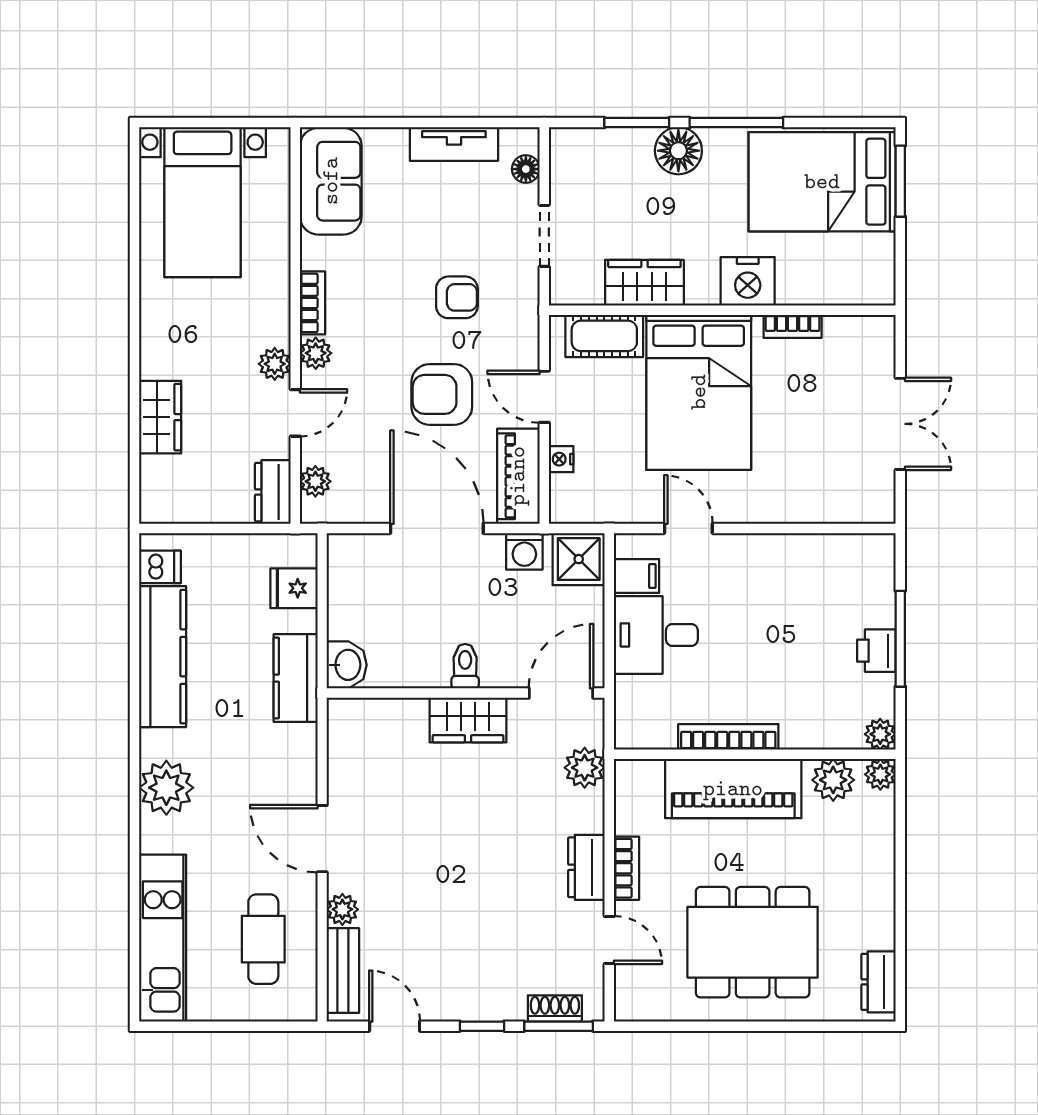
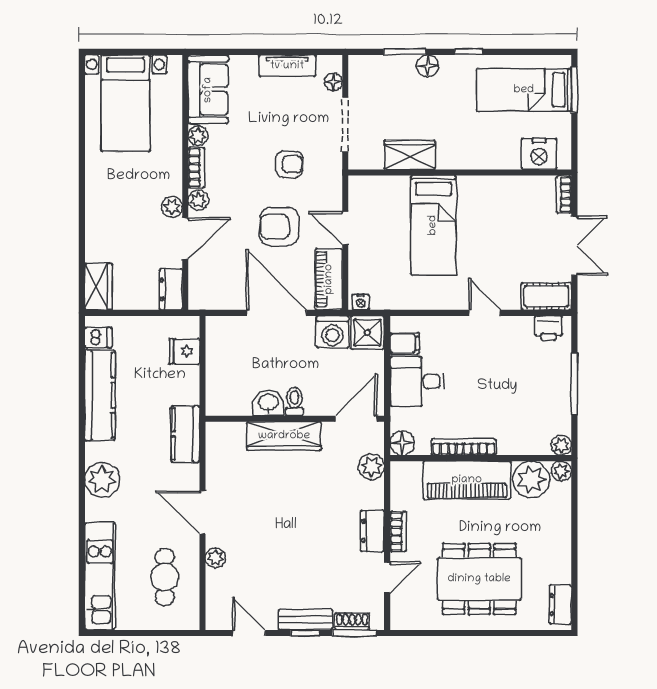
window: (736, 123) -> (469, 52), width x0.46
floor lamp: (678, 151) -> (427, 66), width x0.73, depth x0.73
bed: (822, 182) -> (524, 90), width x0.67
doorway: (544, 236) -> (345, 125), width x1.38
nightstand: (748, 281) -> (539, 154), moved
bookcase: (793, 326) -> (564, 195), moved, turned 90
cot: (604, 336) -> (546, 296), moved
bed: (699, 392) -> (433, 225), width x0.67
door: (295, 413) -> (185, 239), width x1.37
wardrobe: (160, 417) -> (98, 287), moved
nightstand: (561, 459) -> (361, 302), moved, turned -90
plant: (315, 481) -> (198, 136), moved
door: (688, 528) -> (485, 313), moved
washing machine: (524, 551) -> (333, 332), width x1.38, depth x1.38
printer: (876, 651) -> (548, 328), moved, turned -90
washbasin: (347, 665) -> (268, 403), moved, turned -90
kitchen counter: (296, 678) -> (185, 434), moved
wardrobe: (468, 720) -> (284, 436), width x1.50
floor lamp: (633, 731) -> (402, 443), added
plant: (833, 780) -> (531, 480), width x1.36, depth x1.36
door: (609, 940) -> (387, 578), hinge flipped
bench: (343, 971) -> (305, 620), moved, turned 90

